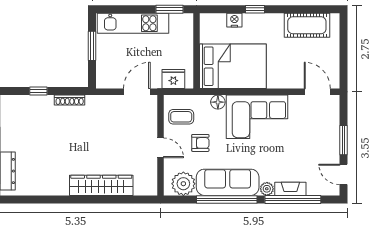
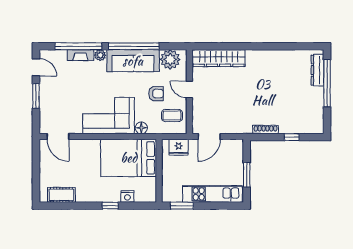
cot: (307, 25) -> (61, 195), width x0.73, depth x0.75
armchair: (200, 143) -> (156, 94), turned 180
wardrobe: (101, 185) -> (219, 58), moved

